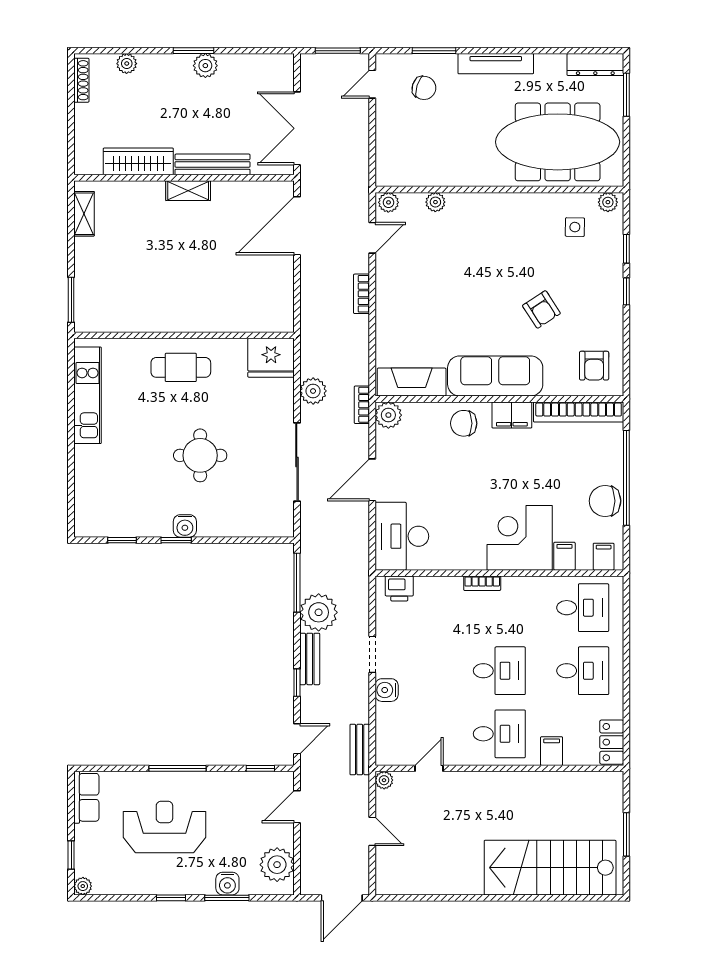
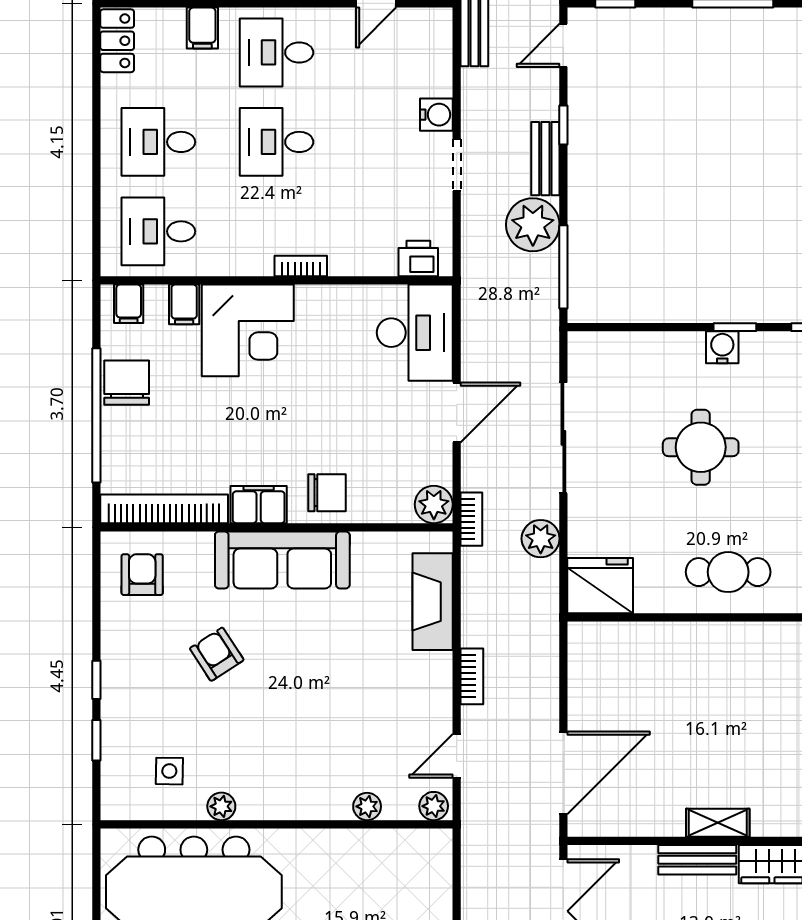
bench: (213, 164) -> (697, 860), width x0.73
plant: (608, 202) -> (221, 806), moved
fireplace: (412, 382) -> (433, 602), moved, turned 90
chair: (605, 501) -> (127, 383), turned -90

